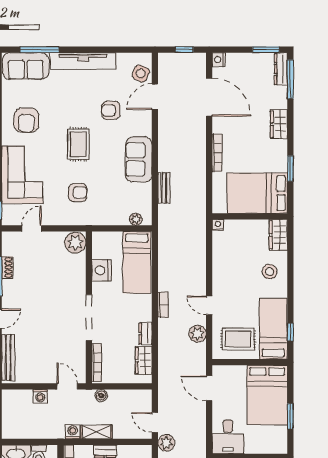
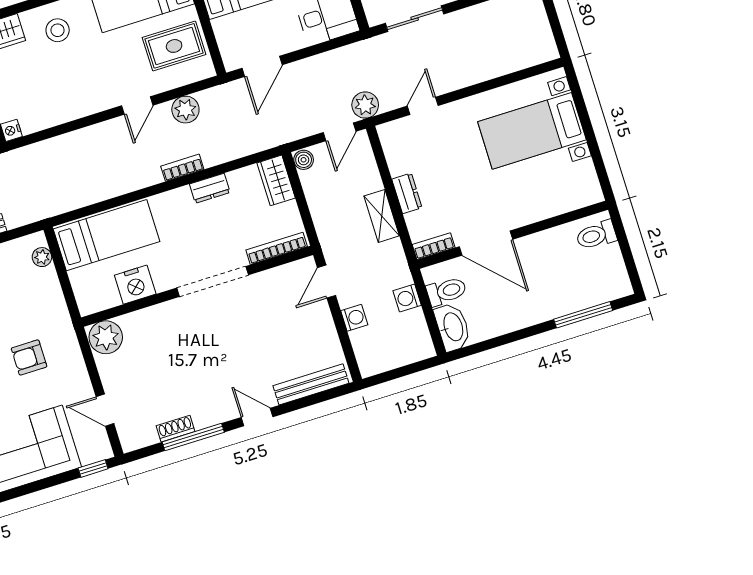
armchair: (78, 193) -> (29, 357), turned -90
bookcase: (163, 305) -> (182, 168), moved
rug: (238, 339) -> (174, 46), turned 90
wardrobe: (144, 361) -> (276, 180), moved, turned 90
boiler: (101, 395) -> (304, 160), moved
washing machine: (73, 432) -> (407, 298), moved

